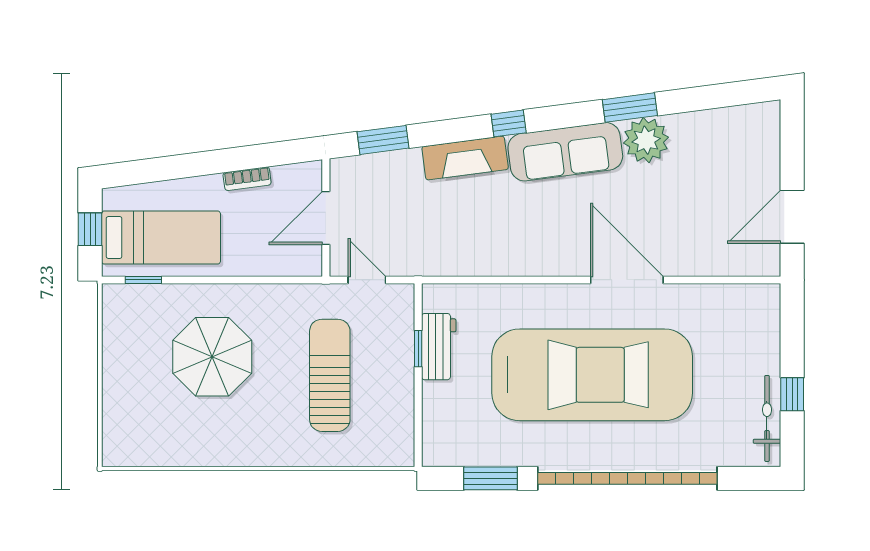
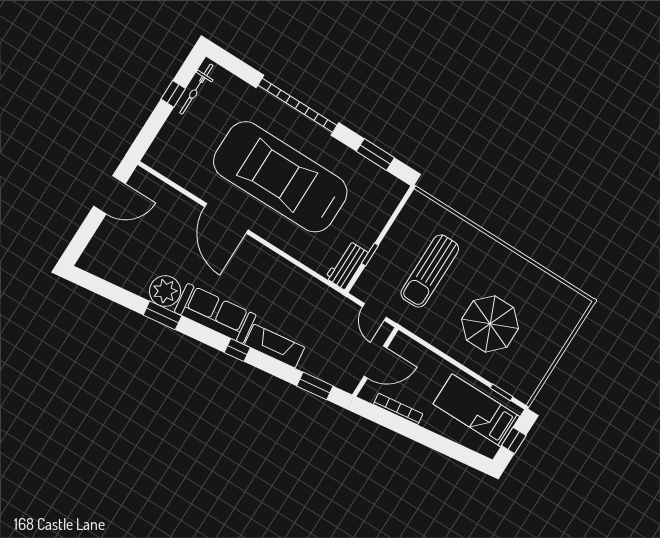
bookcase: (247, 179) -> (398, 409), width x1.56
workbench: (439, 347) -> (347, 265), moved
garage door: (627, 478) -> (297, 105), width x0.73

